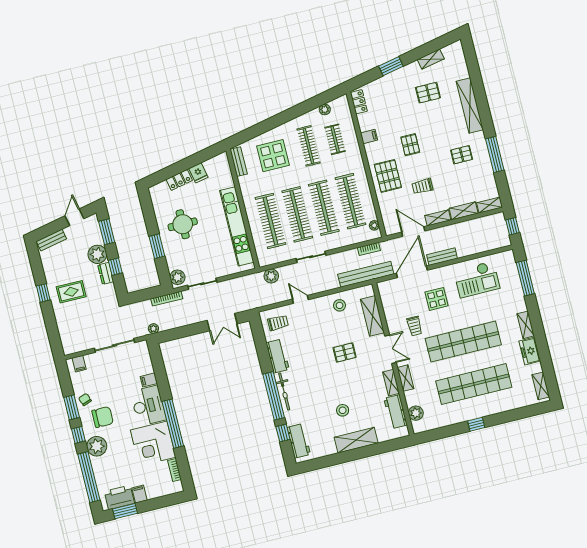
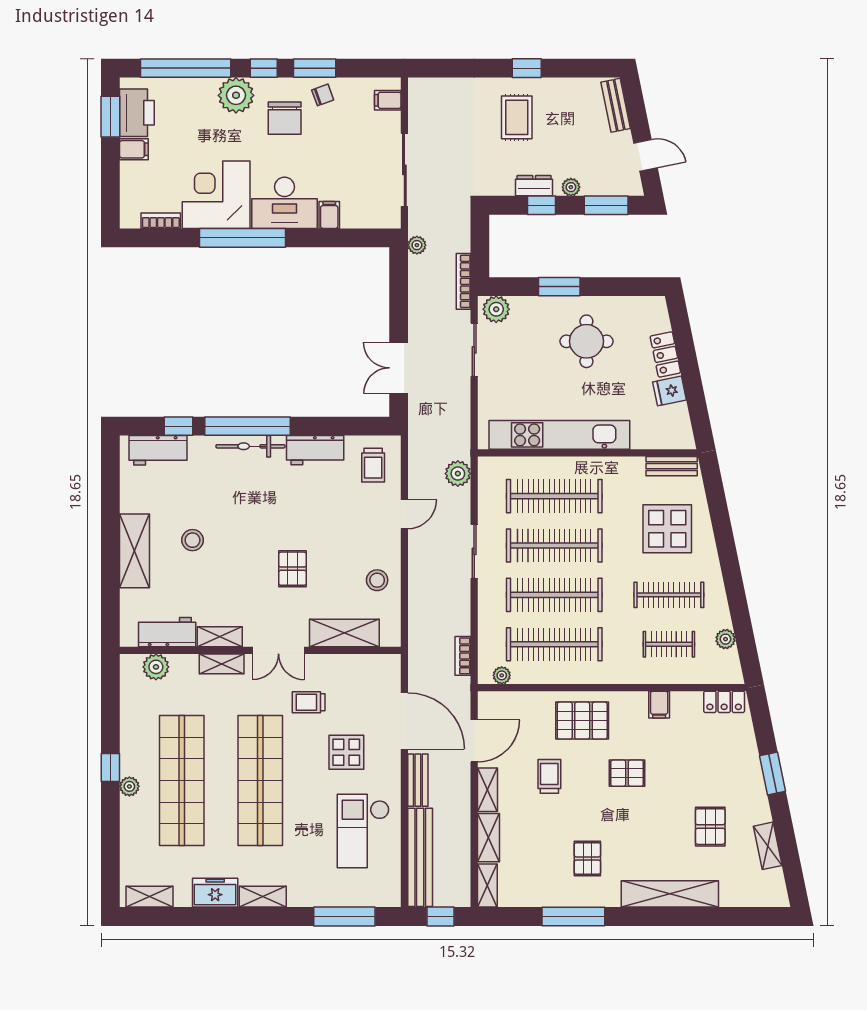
plant: (97, 254) -> (571, 187), width x0.53, depth x0.53
bench: (366, 274) -> (420, 857), moved
plant: (484, 411) -> (129, 786), added

